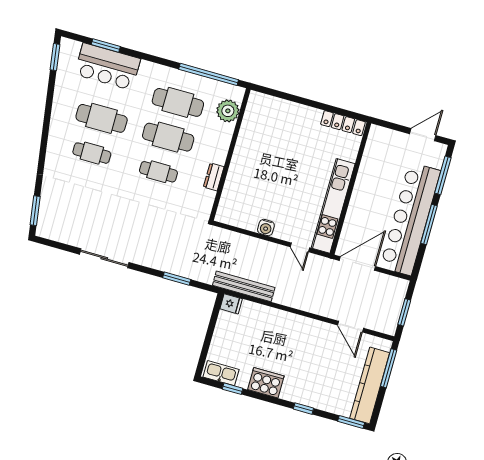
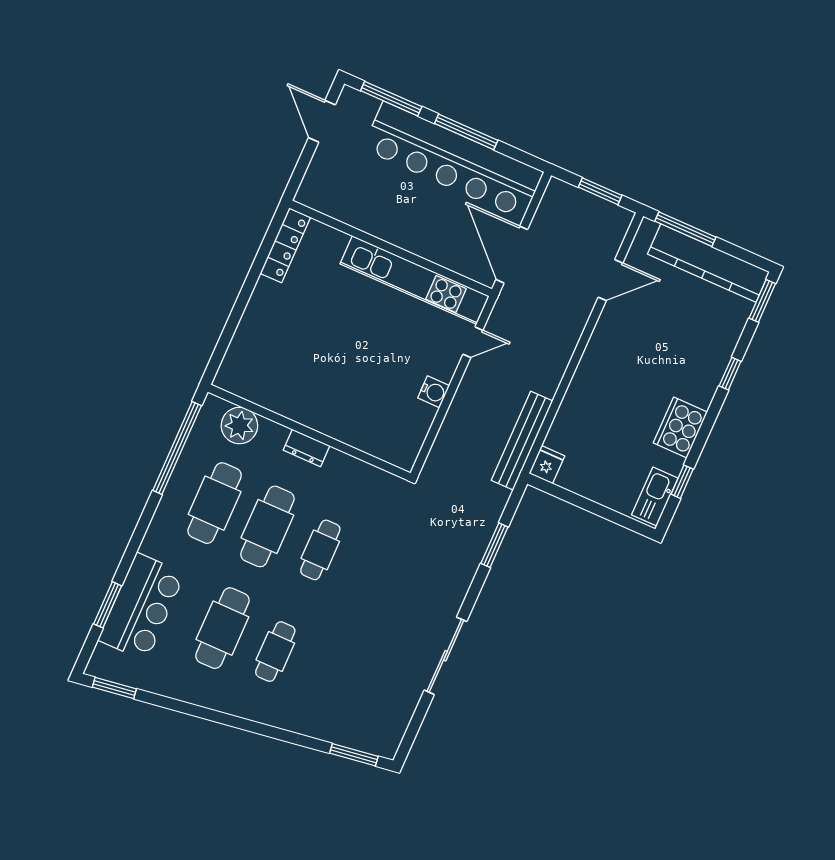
dresser: (214, 177) -> (307, 448), moved

